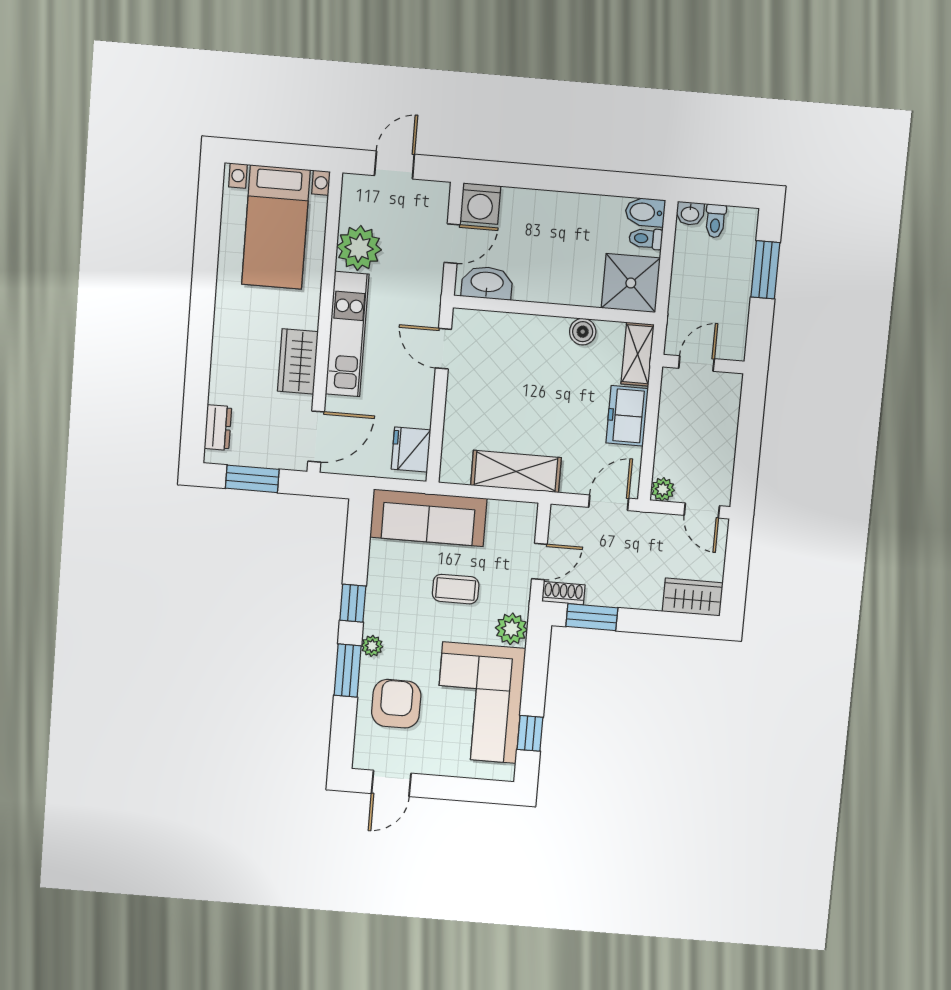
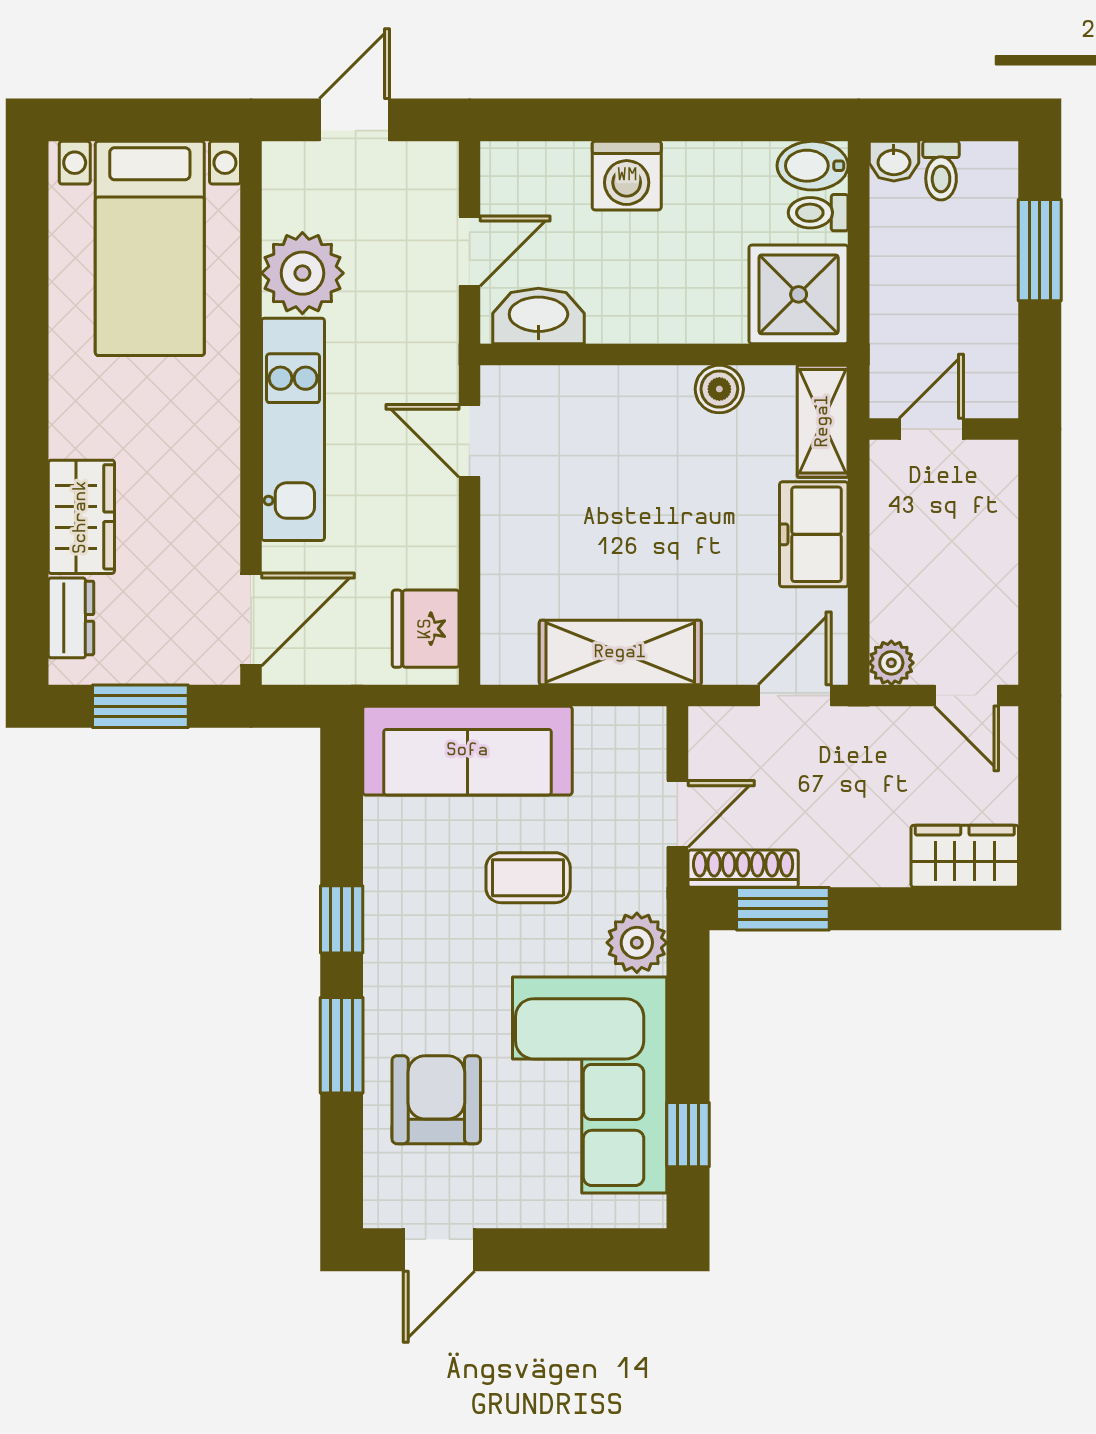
washing machine: (480, 204) -> (627, 176), moved
wardrobe: (298, 361) -> (81, 517), moved, turned 180
shoe rack: (563, 593) -> (743, 869), width x1.43
plant: (372, 646) -> (383, 996), removed

